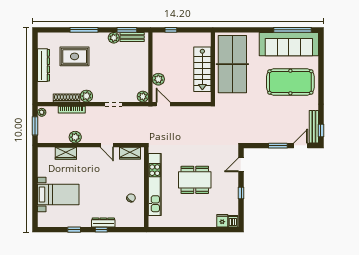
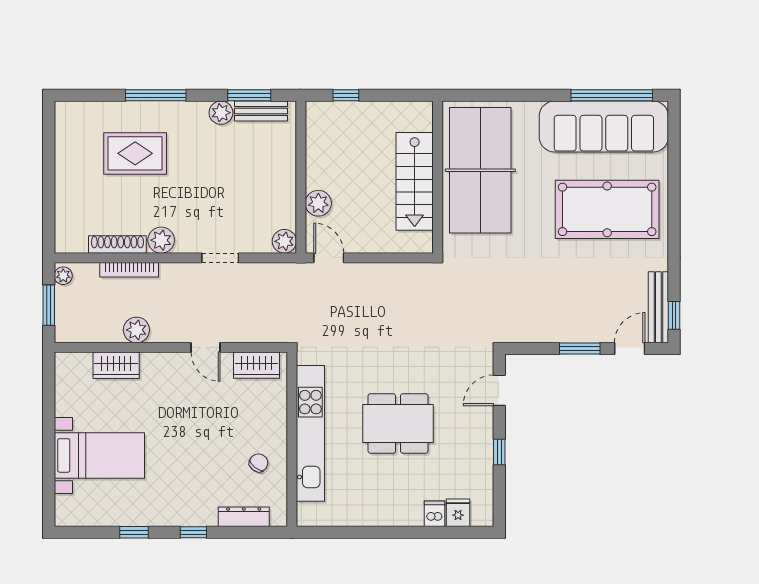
dresser: (44, 65) -> (67, 173), removed
dishwasher: (233, 221) -> (435, 514), moved
dresser: (103, 223) -> (244, 517), moved

